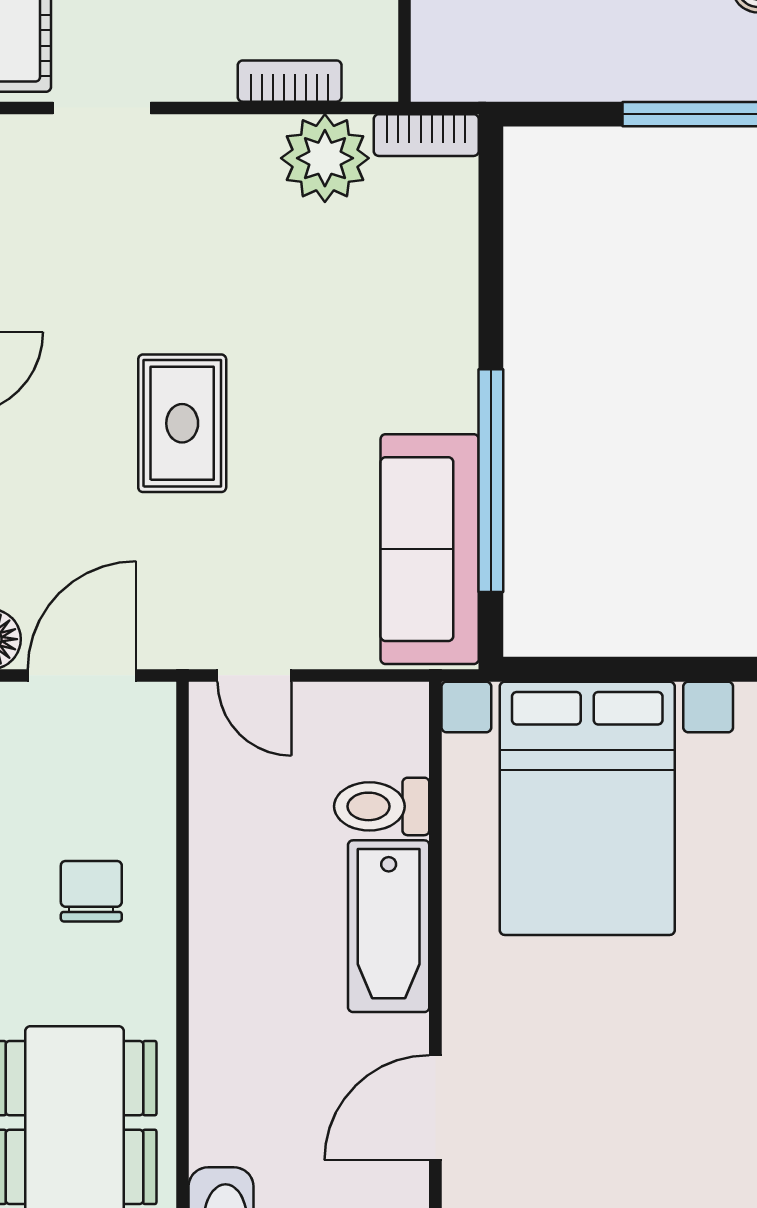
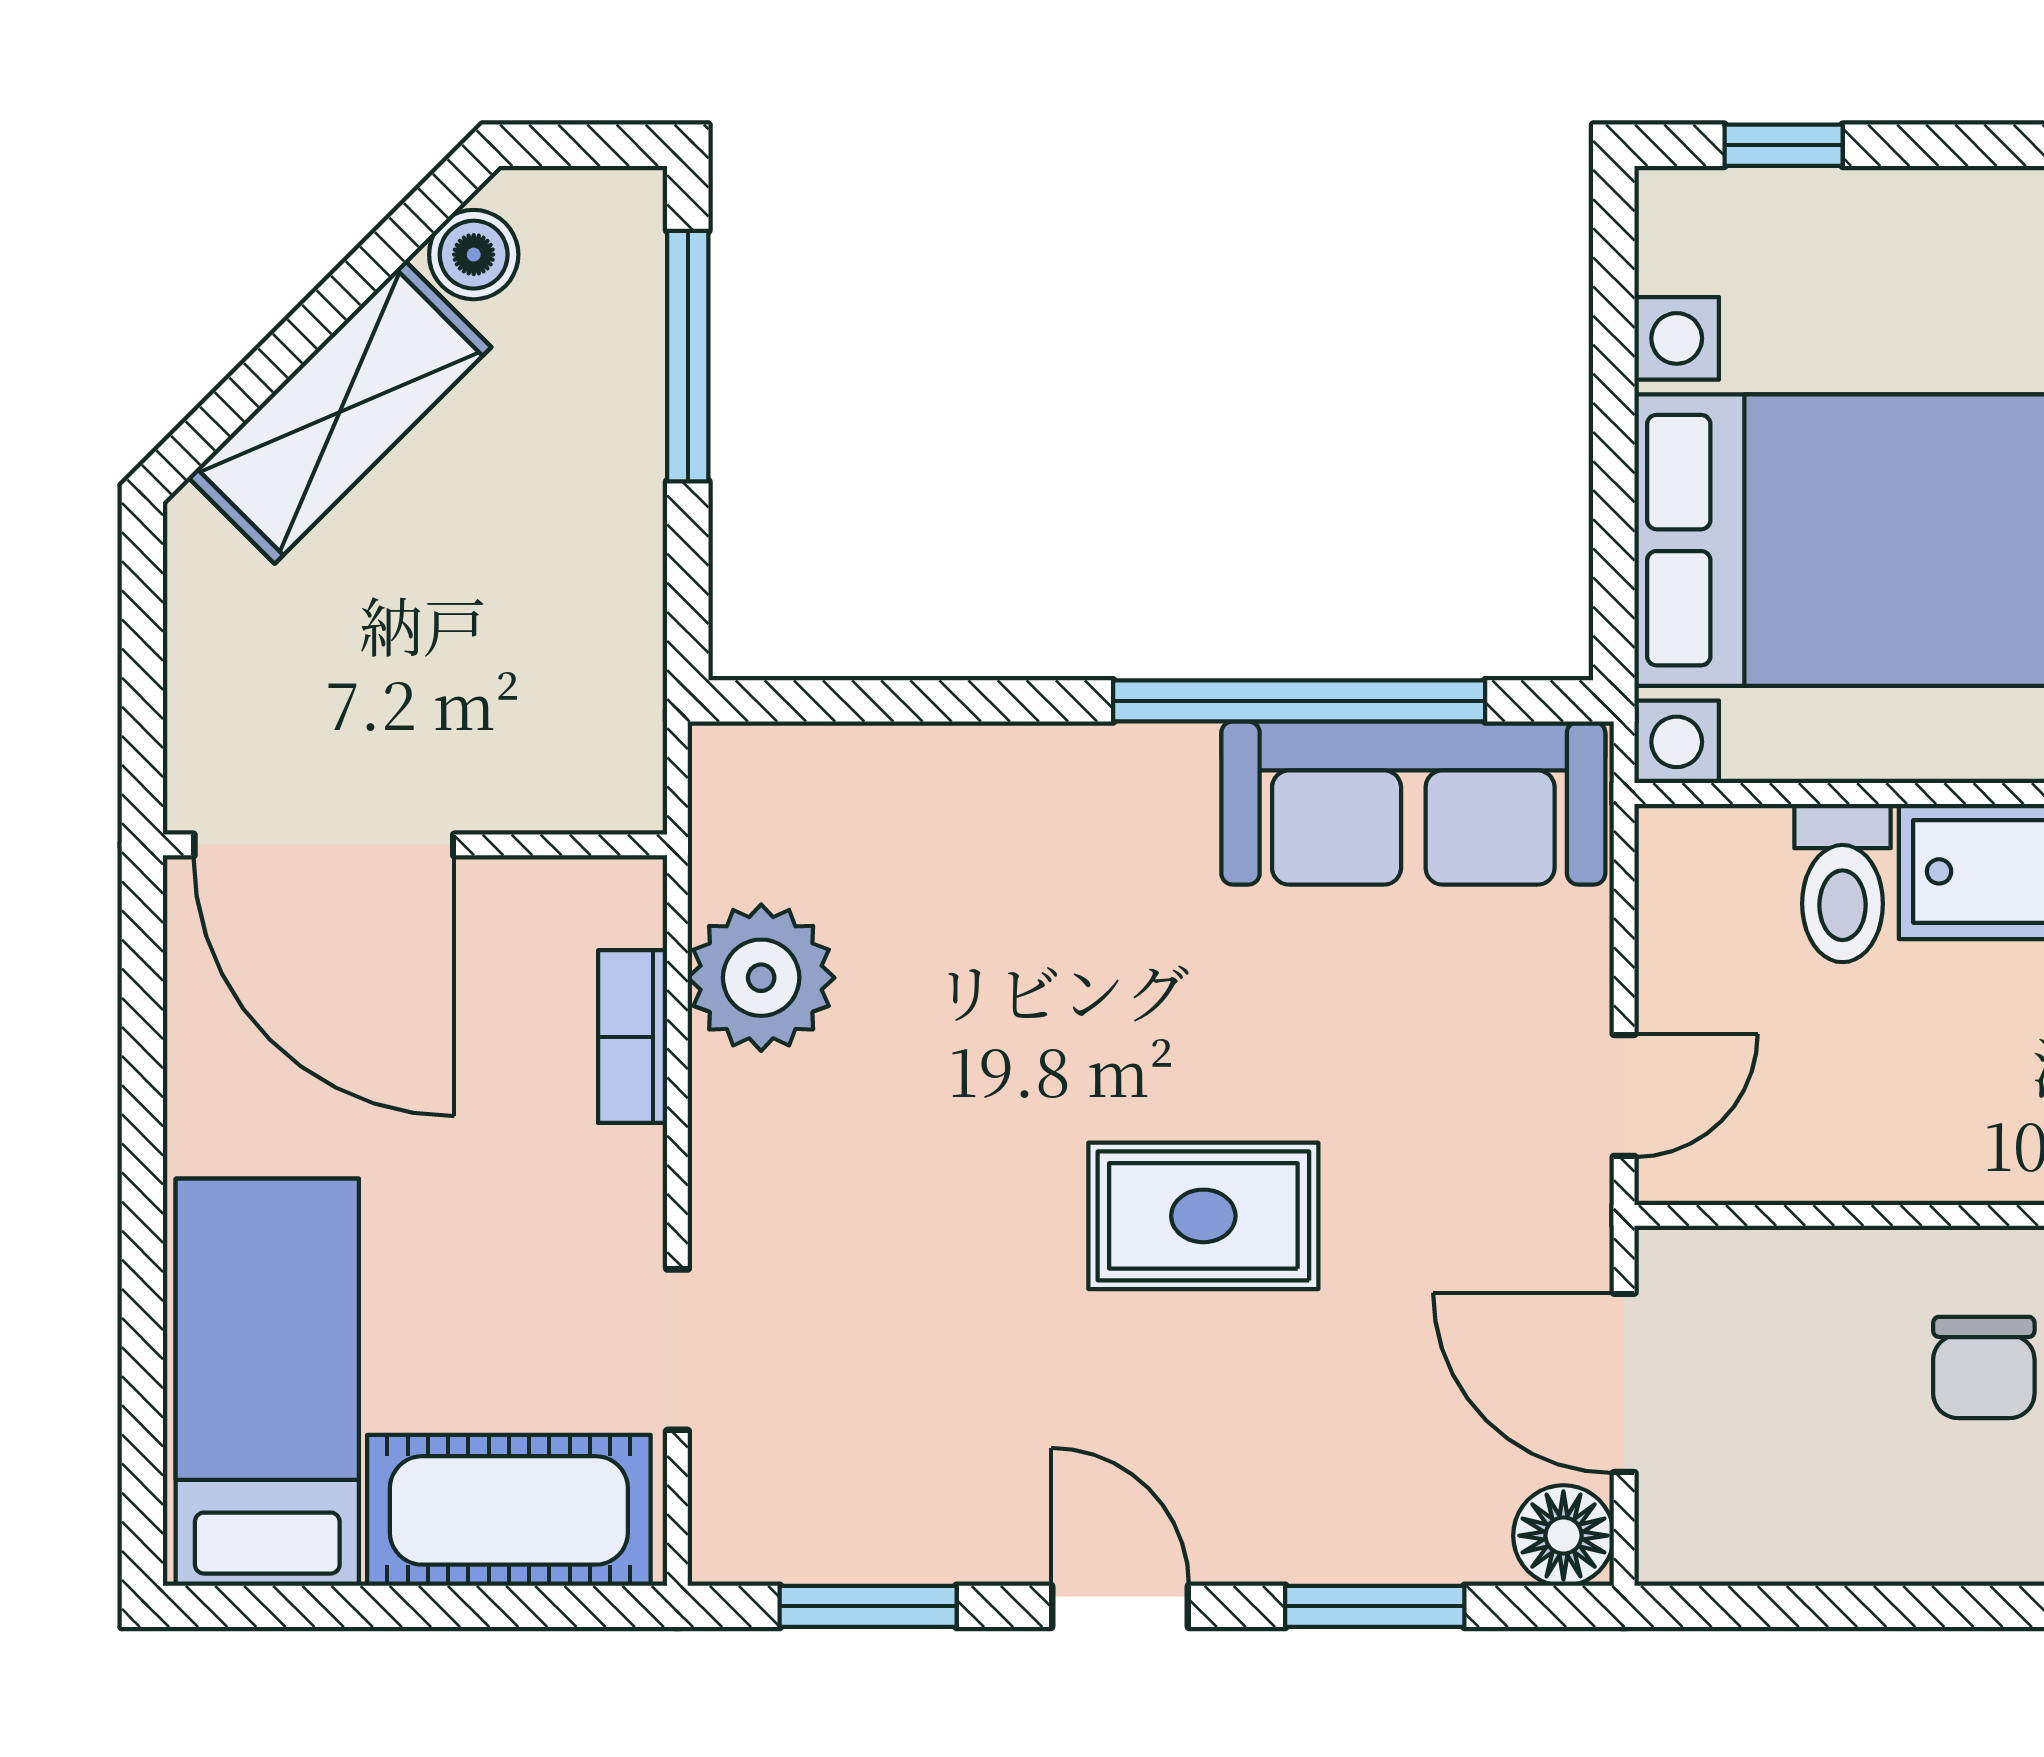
bookcase: (426, 135) -> (723, 809), removed
chair: (91, 891) -> (1984, 1367), turned -90

